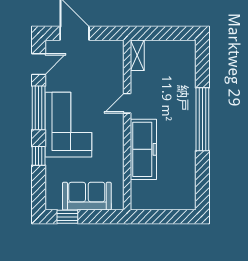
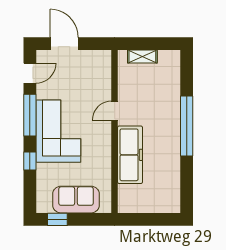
shelving: (137, 55) -> (142, 56), moved, turned 90

